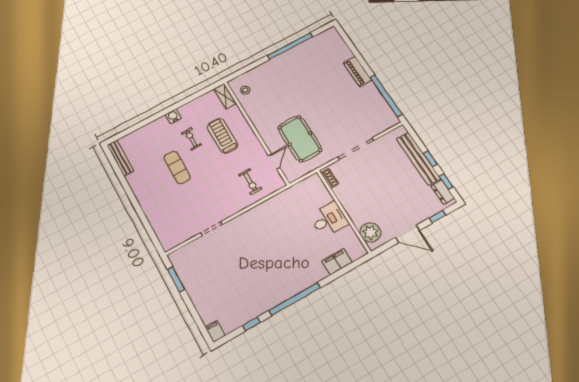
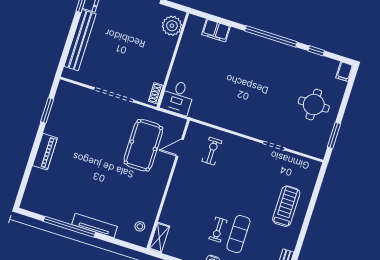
tv unit: (275, 62) -> (95, 226), added
window: (386, 96) -> (47, 110), width x0.47
treadmill: (223, 136) -> (286, 206), moved, turned 180
window: (430, 159) -> (72, 31), removed
exercise mat: (177, 167) -> (238, 234), moved
desk: (329, 220) -> (178, 97), moved, turned -90
round table: (213, 285) -> (314, 105), added

